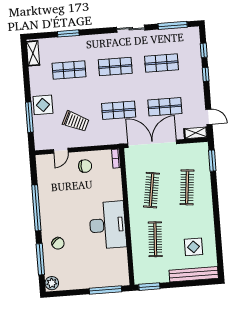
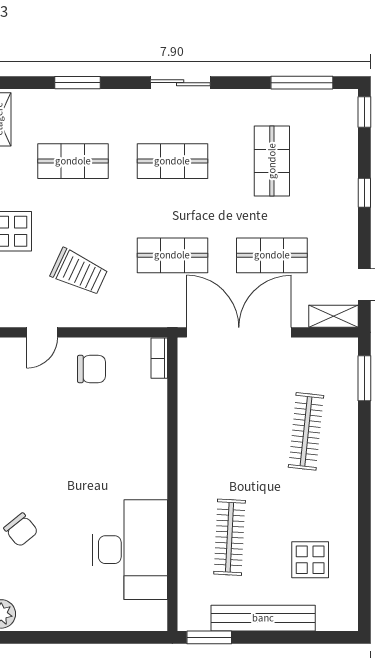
sliding door: (131, 29) -> (180, 83), moved
window: (204, 50) -> (364, 112), moved
shop shelf: (161, 63) -> (272, 161), turned 90
clothes rail: (151, 190) -> (230, 431), removed
desk: (108, 225) -> (130, 550), moved
bench: (194, 274) -> (263, 618), moved
window: (105, 290) -> (115, 637), removed

